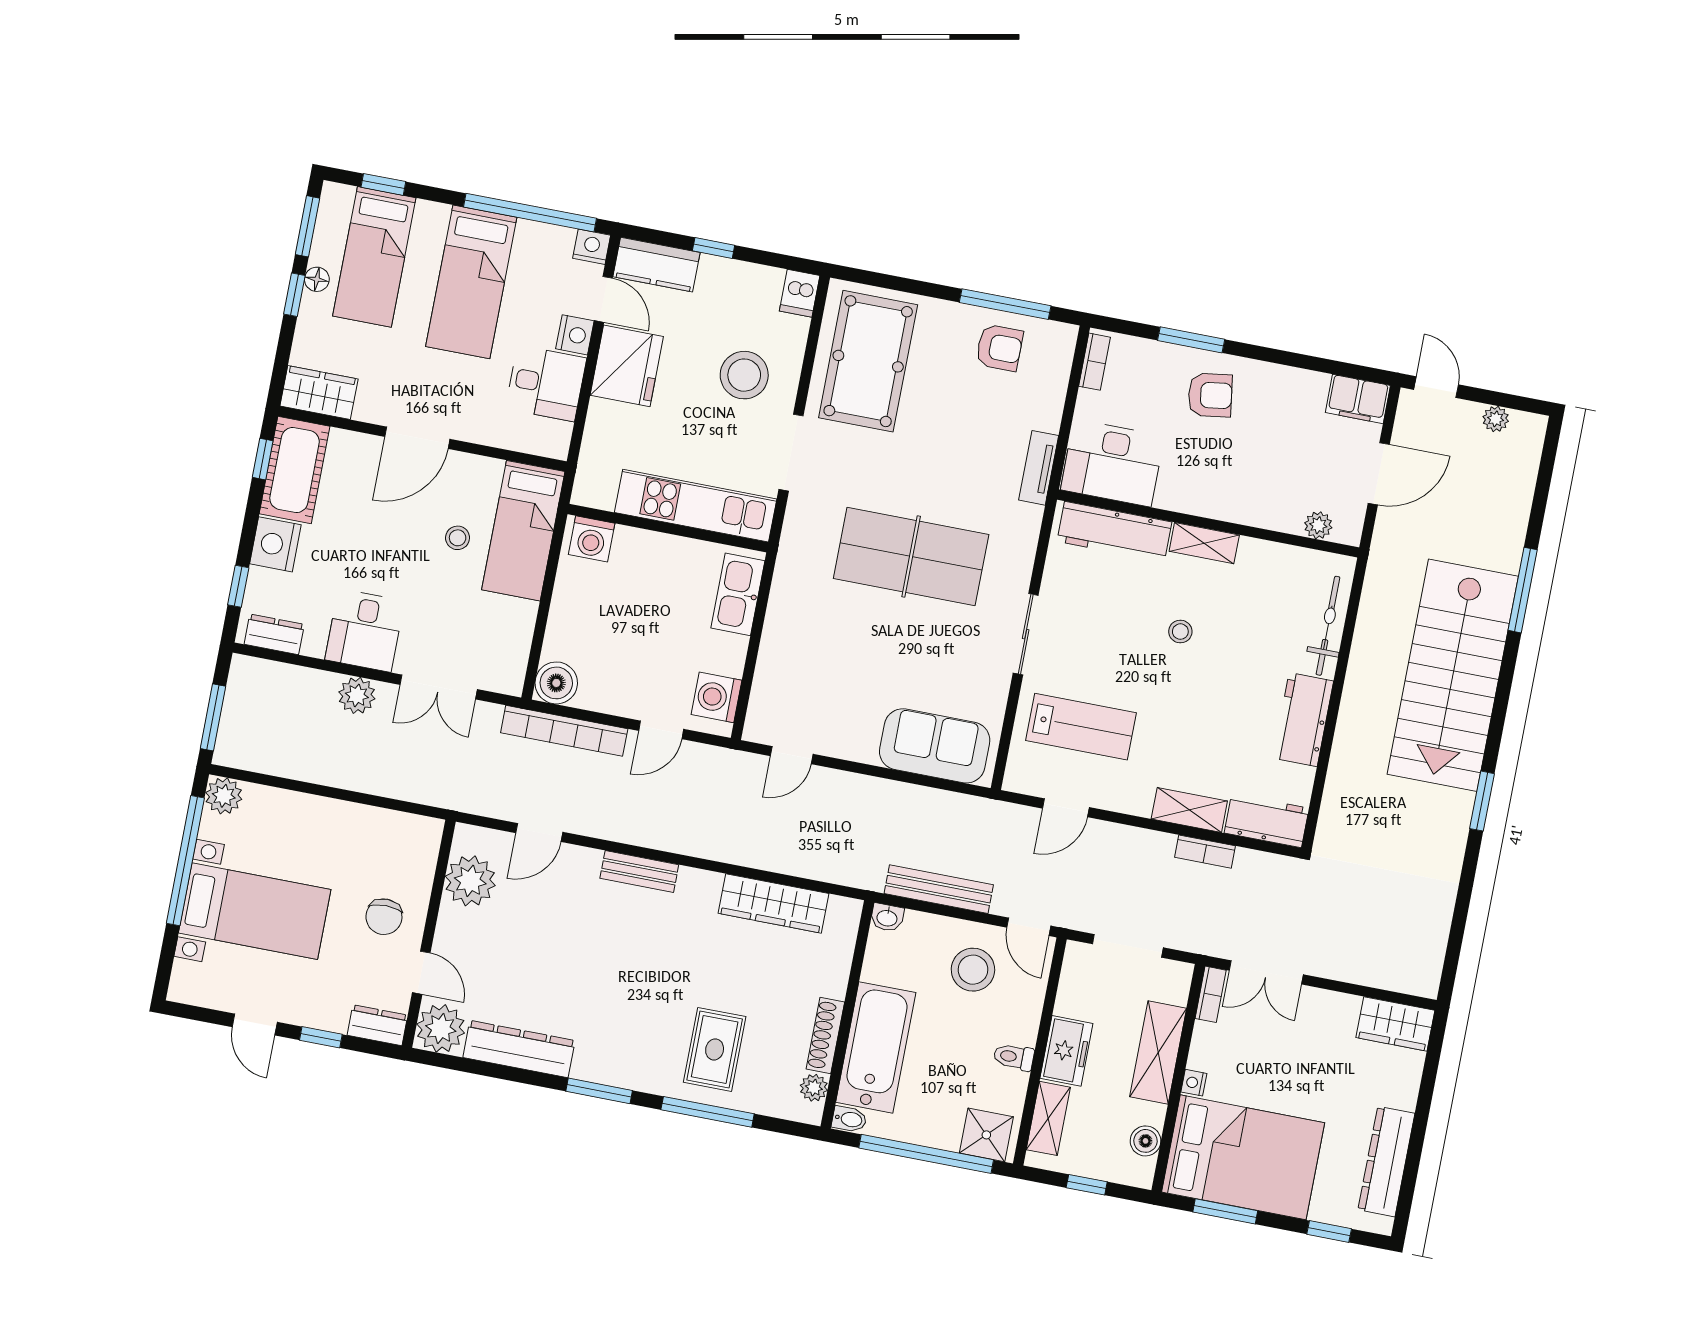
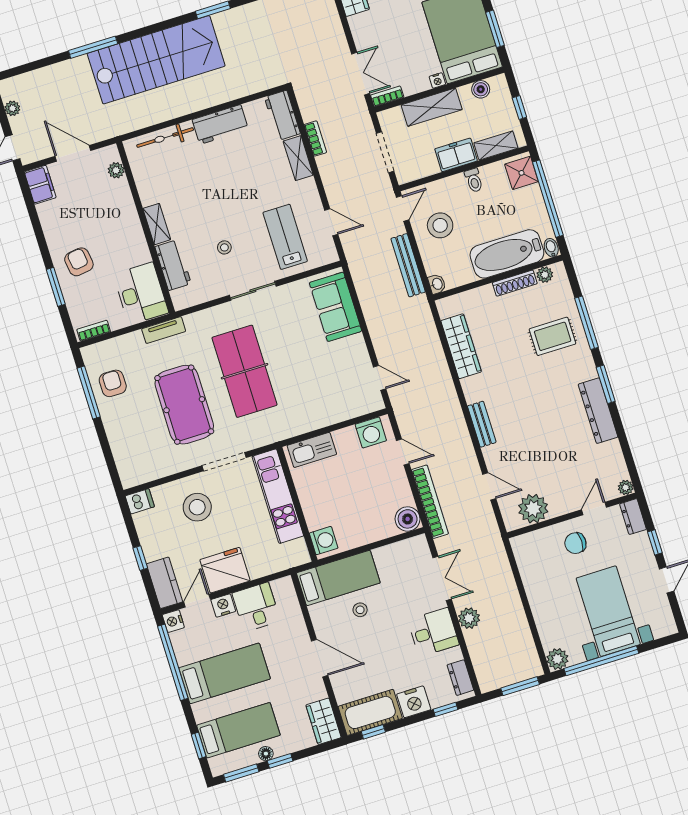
pool table: (868, 361) -> (184, 405), moved, turned 90
workbench: (1114, 532) -> (173, 265), width x0.73
stool: (1180, 632) -> (224, 247), moved
chair: (384, 917) -> (575, 543), turned 180
plant: (441, 1028) -> (626, 487), width x0.53, depth x0.53
dresser: (519, 1049) -> (598, 411), moved

